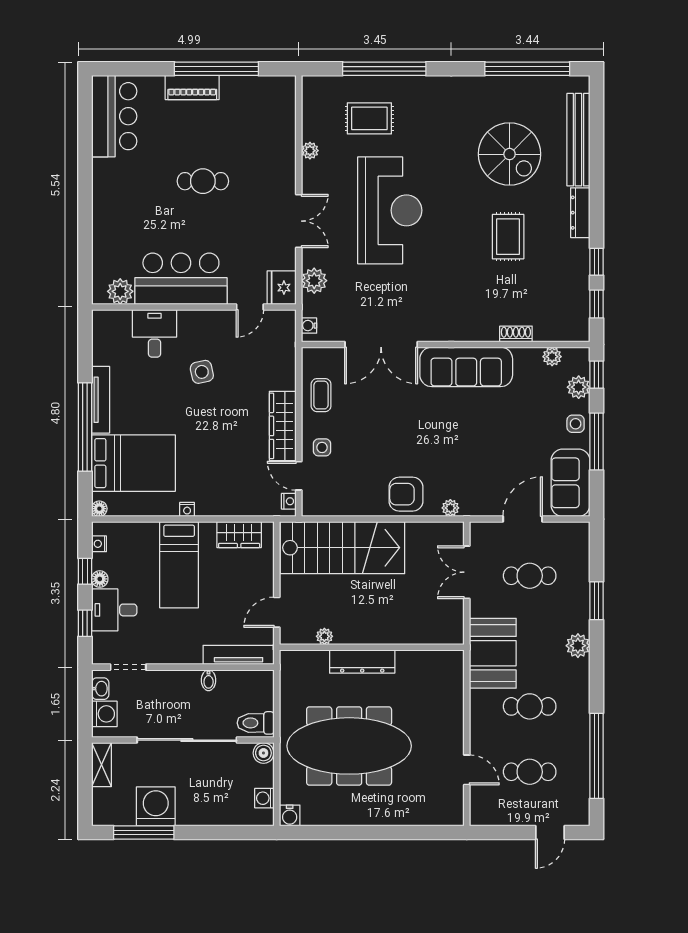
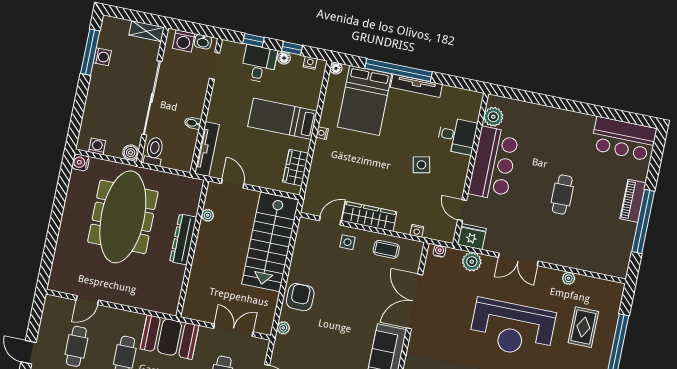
nightstand: (289, 501) -> (417, 231), moved
washing machine: (156, 806) -> (102, 57), width x0.53, depth x0.53

